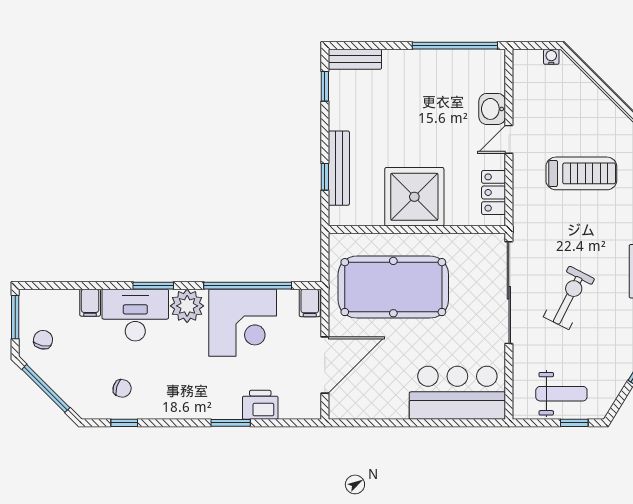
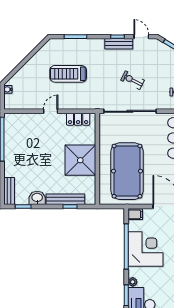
washbasin: (492, 109) -> (37, 198), moved, turned 180
door: (509, 139) -> (51, 111), swing flipped
treadmill: (581, 173) -> (68, 74), turned -90
exercise bike: (569, 298) -> (133, 80), width x0.73, depth x0.72
plant: (187, 306) -> (133, 282), width x0.53, depth x0.53

